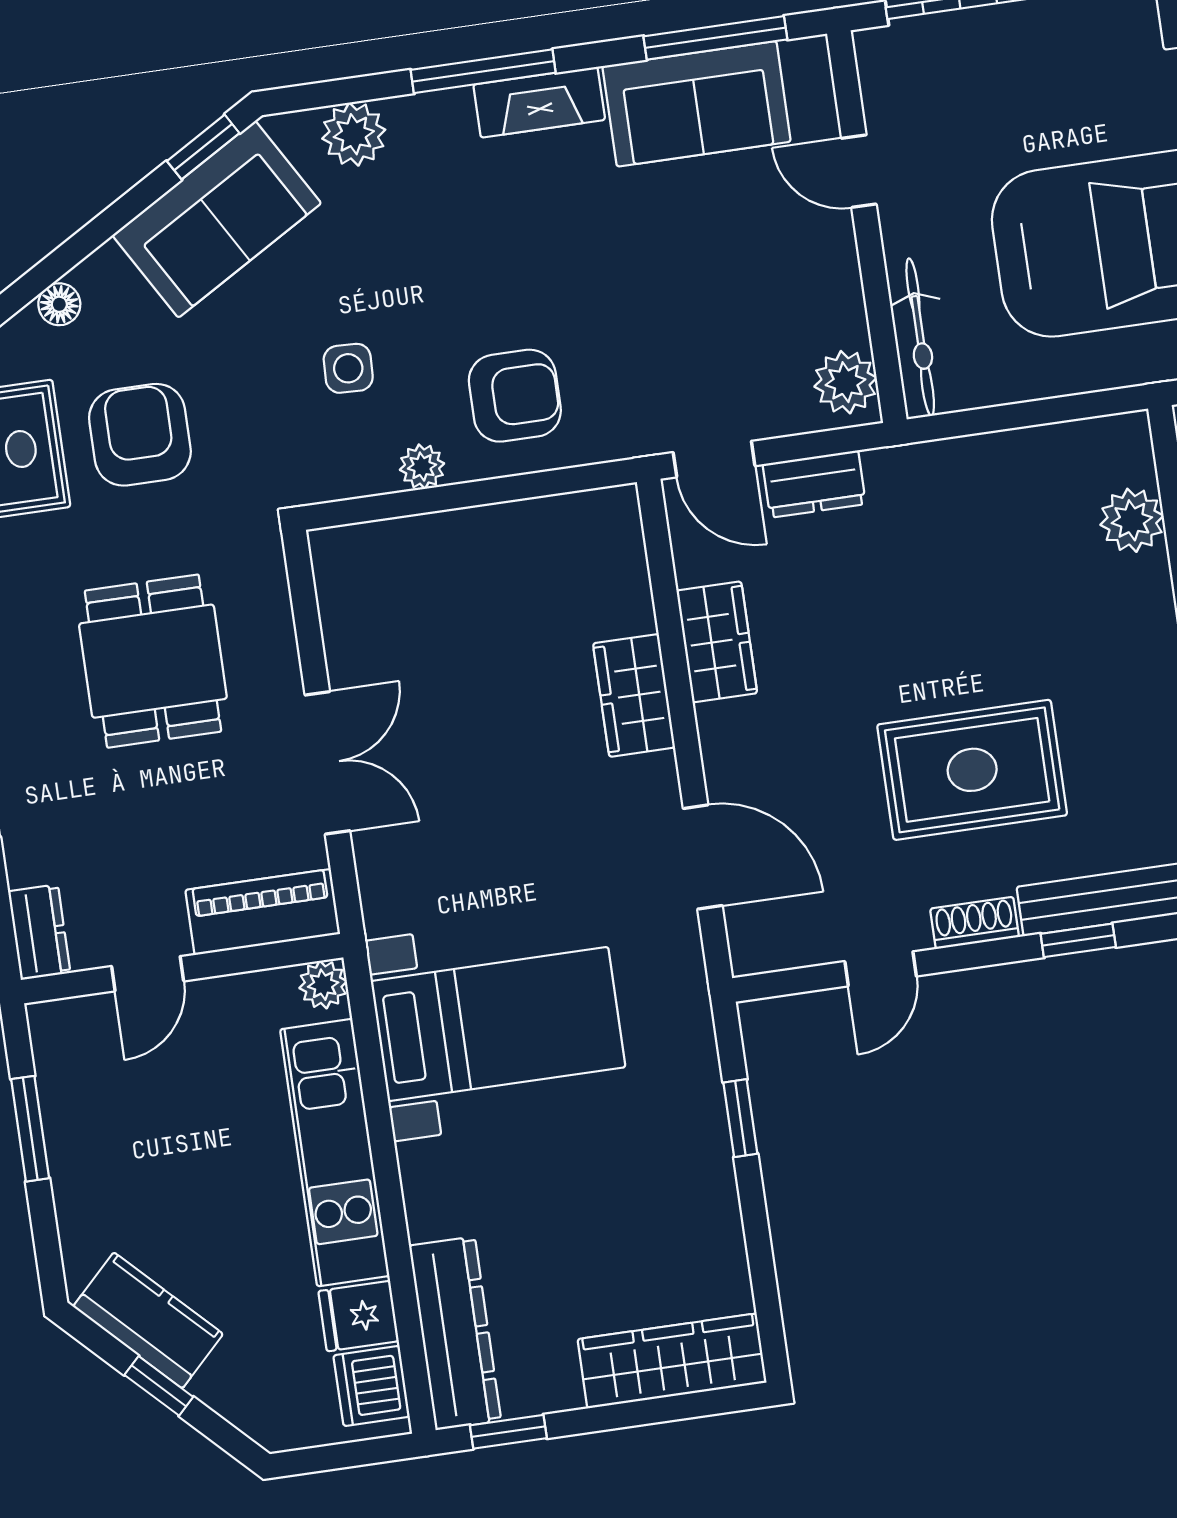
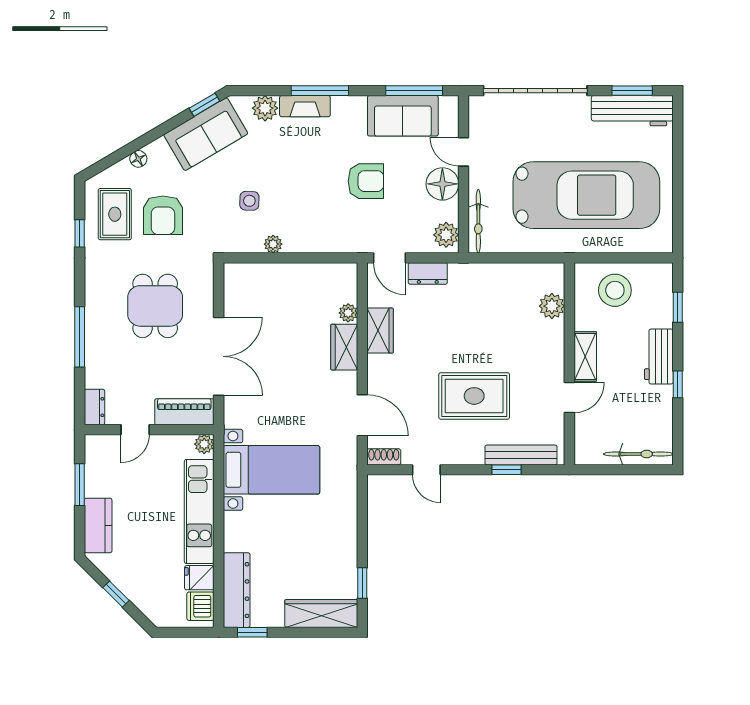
fireplace: (539, 102) -> (305, 106), moved
floor lamp: (819, 258) -> (442, 184), added
armchair: (515, 396) -> (366, 181), moved
armchair: (140, 435) -> (163, 215), turned 180
plant: (632, 610) -> (348, 313), added
double door: (327, 763) -> (219, 356), width x1.37
shoe rack: (974, 923) -> (384, 457), moved
door: (881, 969) -> (426, 470), hinge flipped
window: (740, 1118) -> (362, 583), moved
kitchen counter: (148, 1320) -> (98, 525), moved, turned 45

